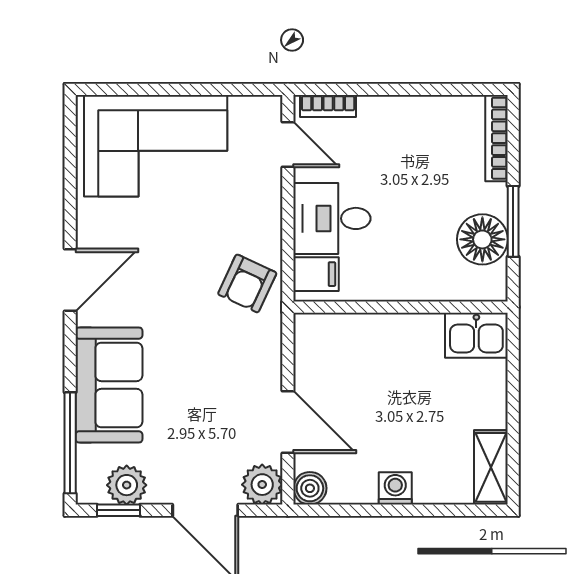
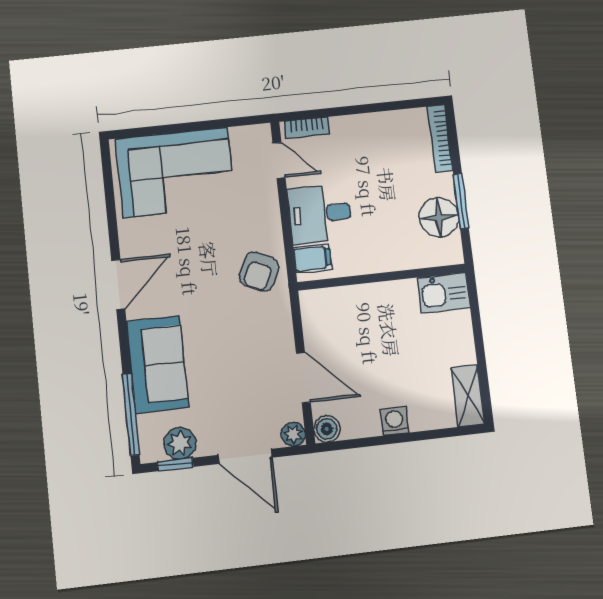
plant: (262, 485) -> (293, 434), width x0.73, depth x0.73

